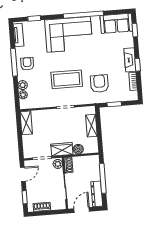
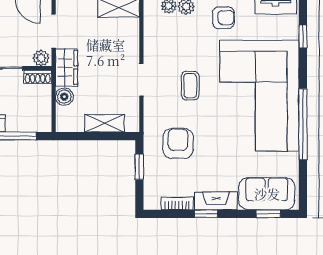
sofa: (116, 23) -> (267, 194), moved, turned 90
corner sofa: (69, 34) -> (259, 96), width x1.36, depth x1.36
coffee table: (67, 79) -> (190, 86), width x0.54, depth x0.58
armchair: (99, 84) -> (178, 143), turned -90

